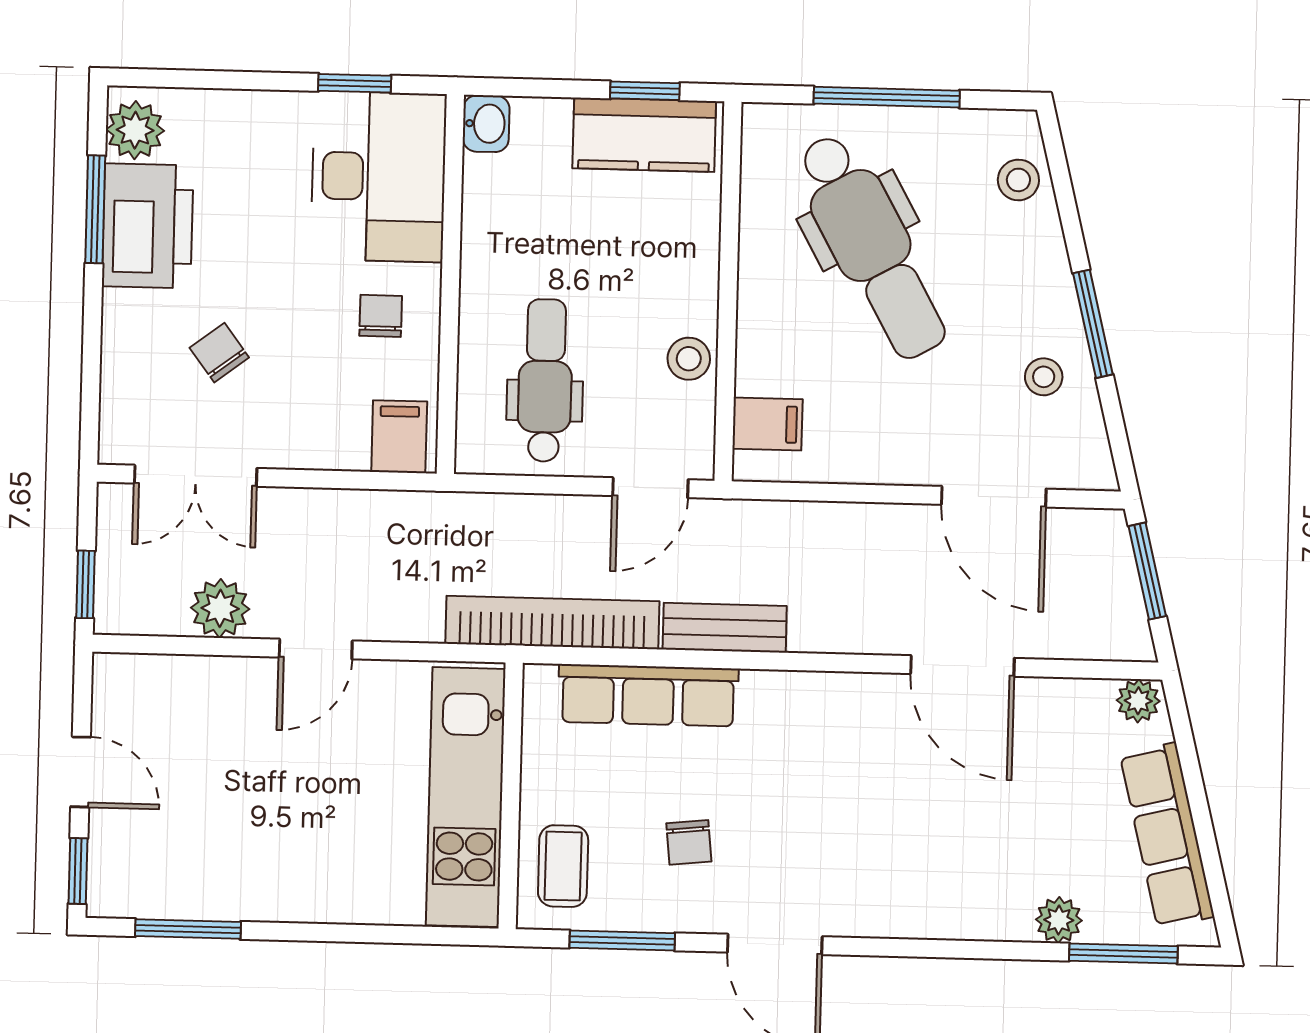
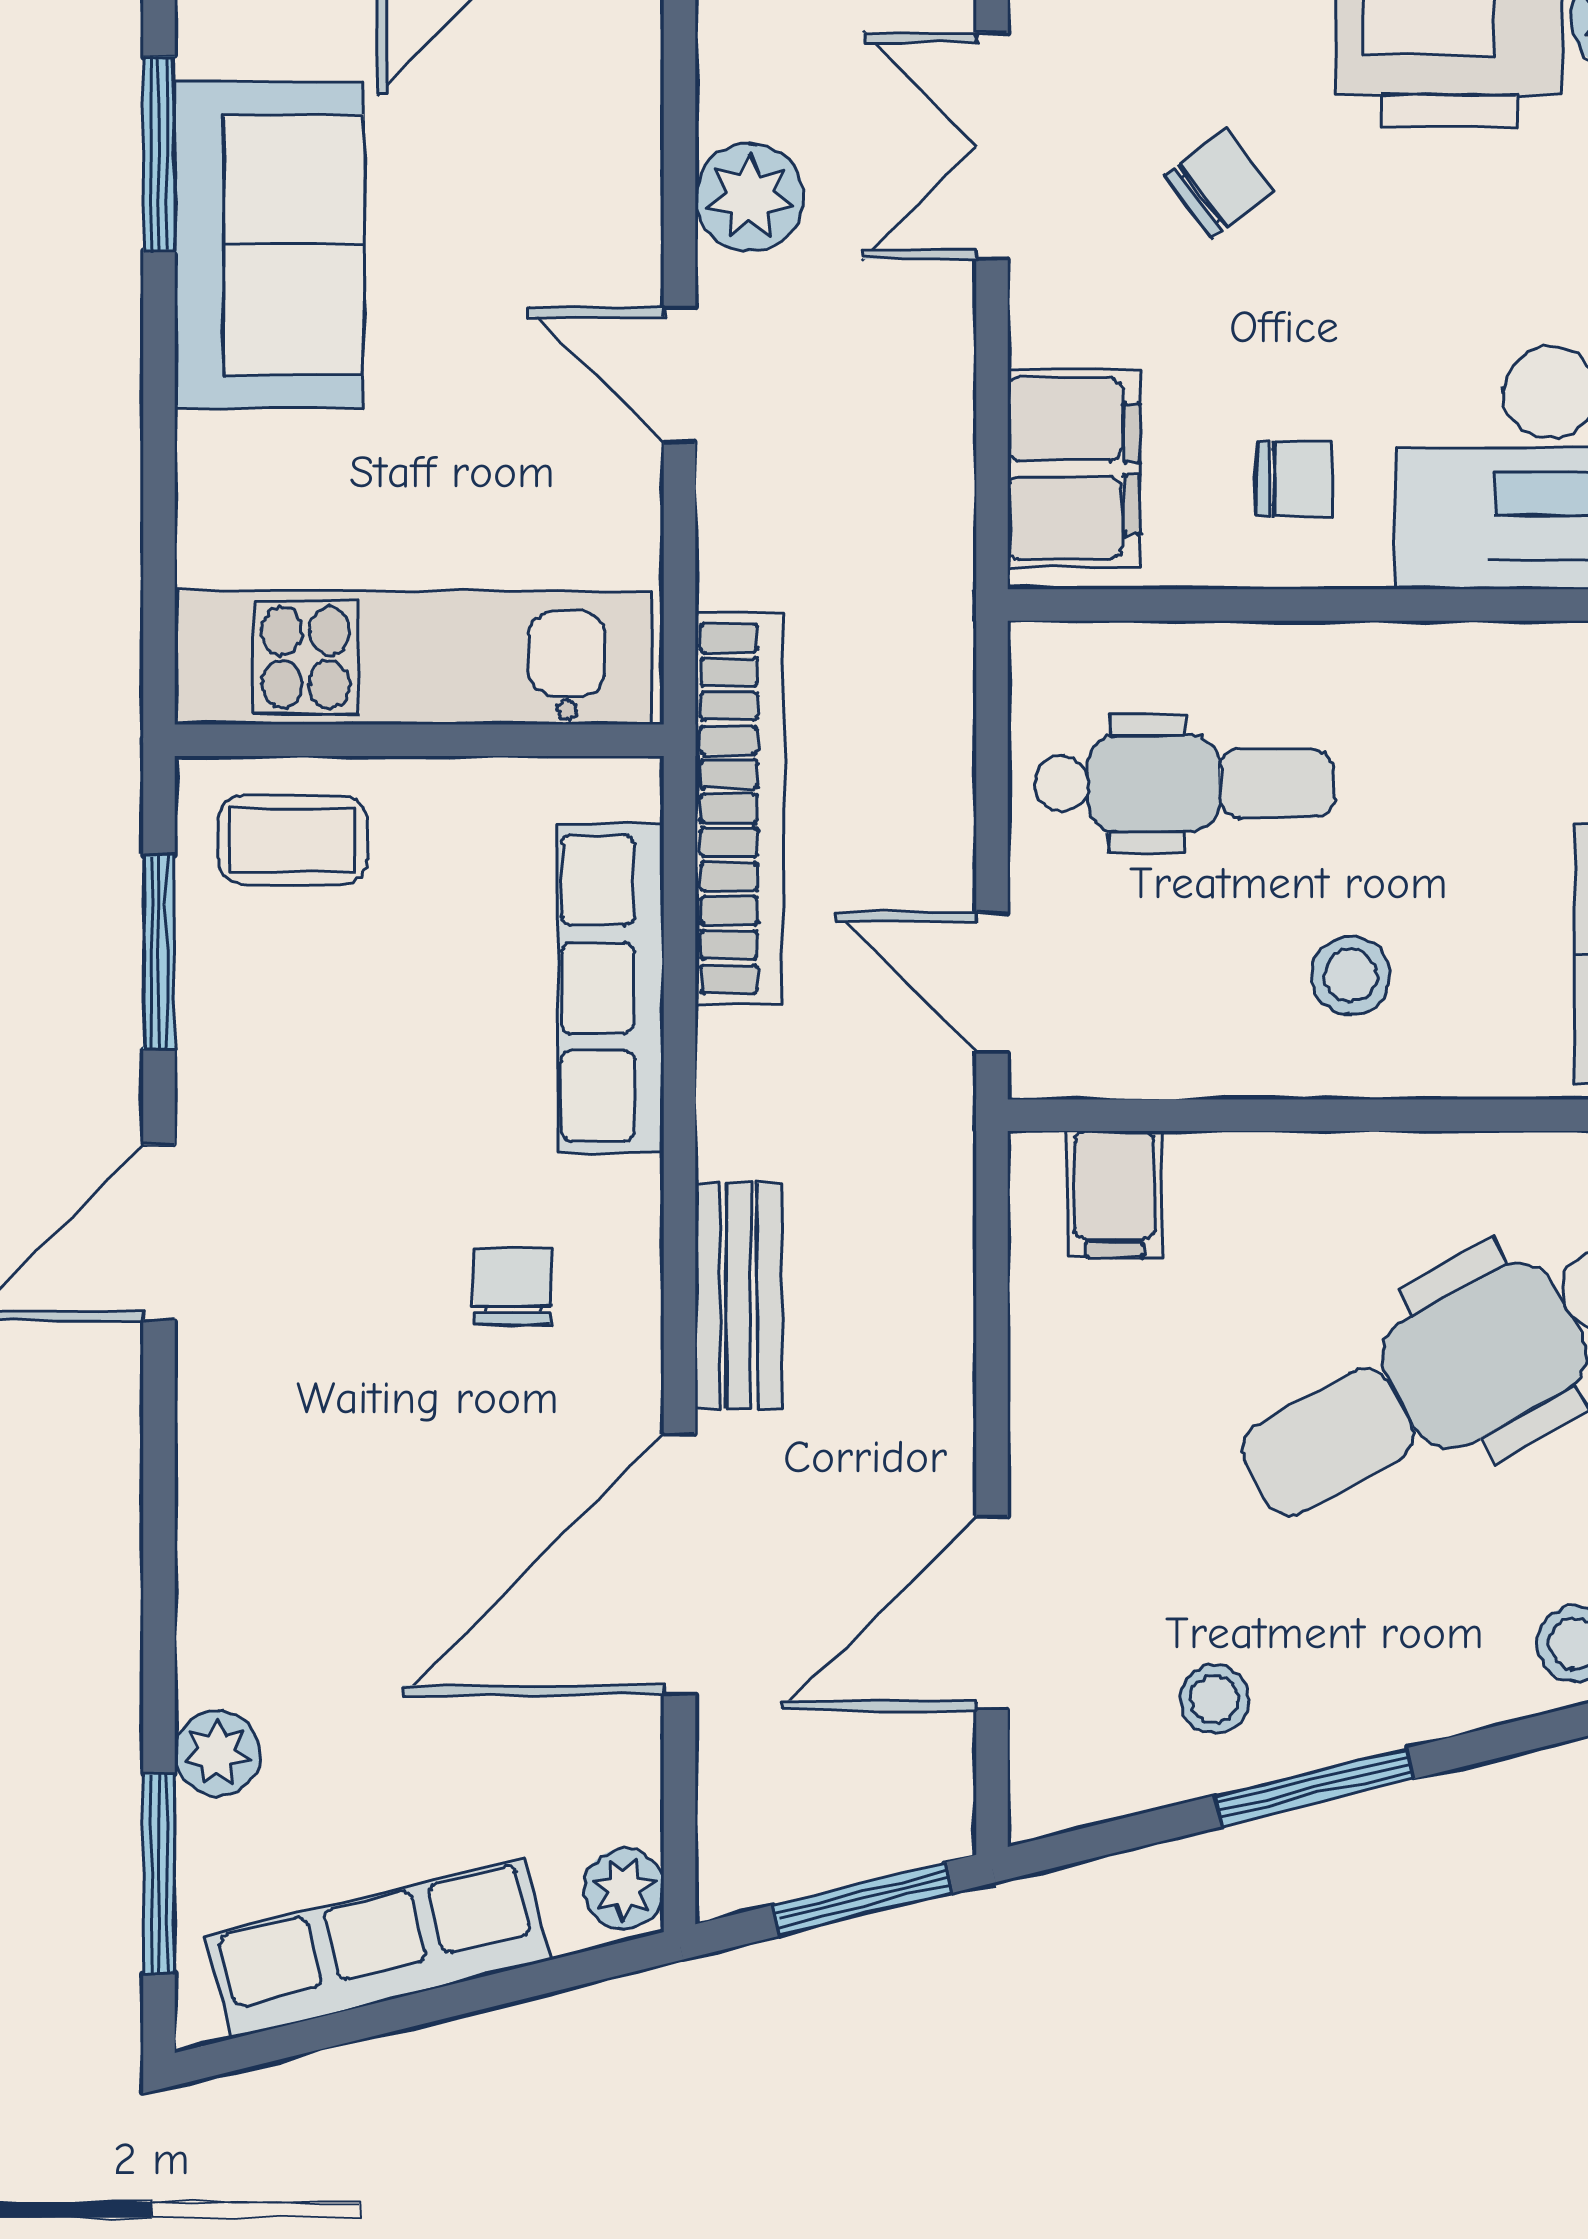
stool: (689, 359) -> (1351, 976), moved
filing cabinet: (399, 437) -> (1074, 469), width x2.00
bench: (725, 628) -> (738, 1296), moved
door: (962, 666) -> (680, 1564), width x1.36
chair: (689, 842) -> (513, 1286), moved, turned 96
sofa: (239, 870) -> (269, 245), added

